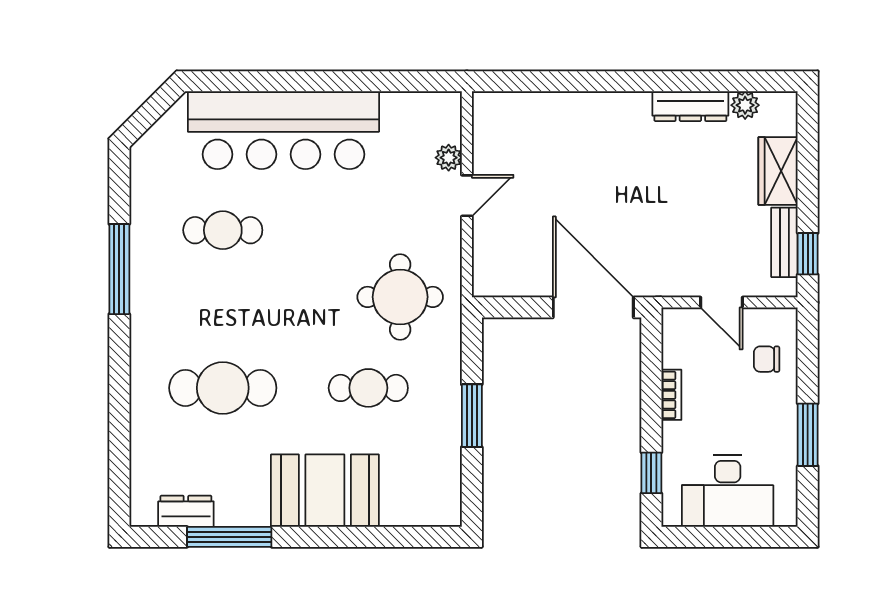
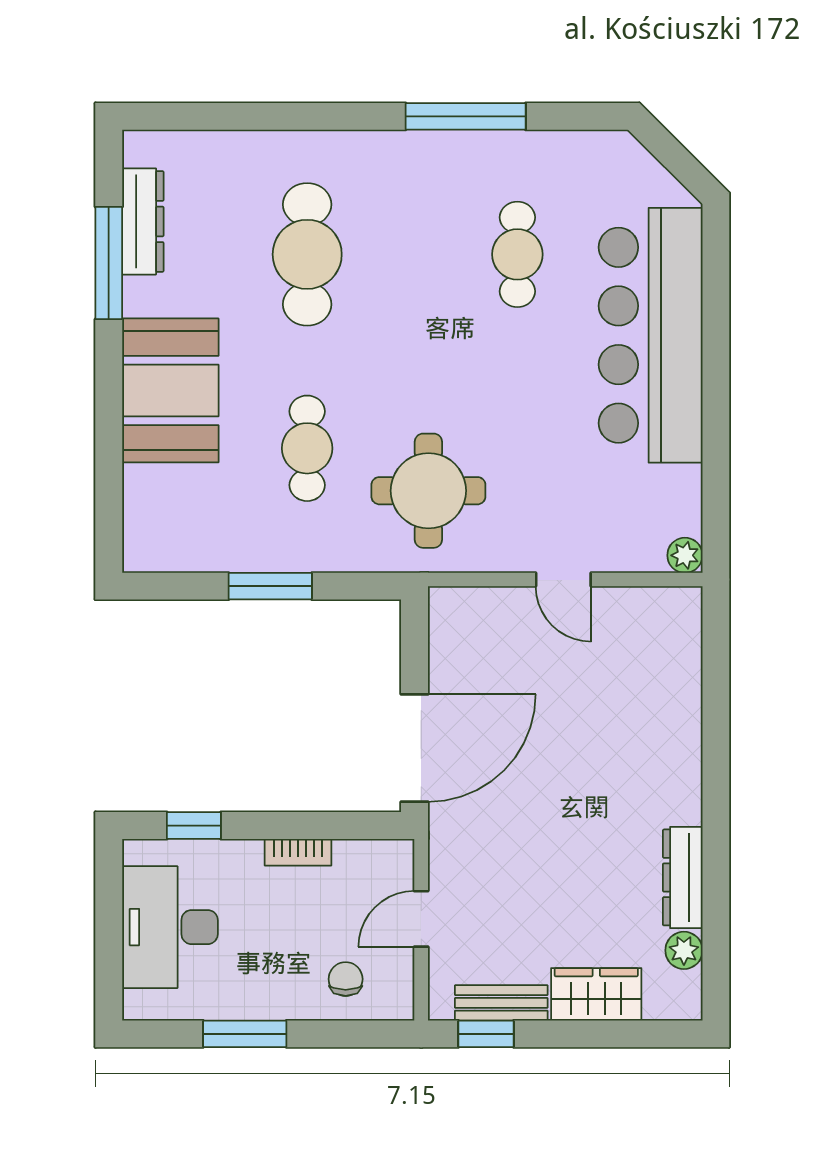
plant: (449, 158) -> (685, 555), moved
dresser: (186, 511) -> (143, 221), width x1.44

